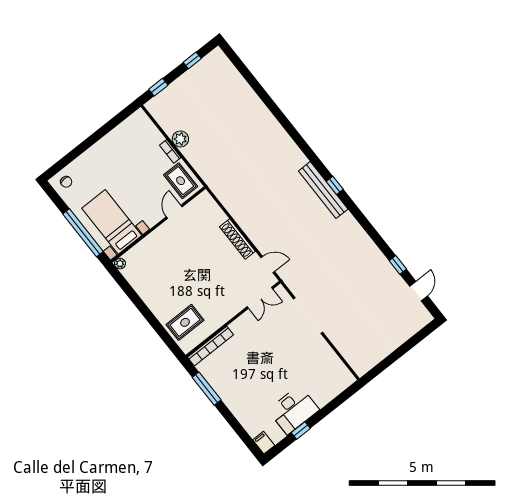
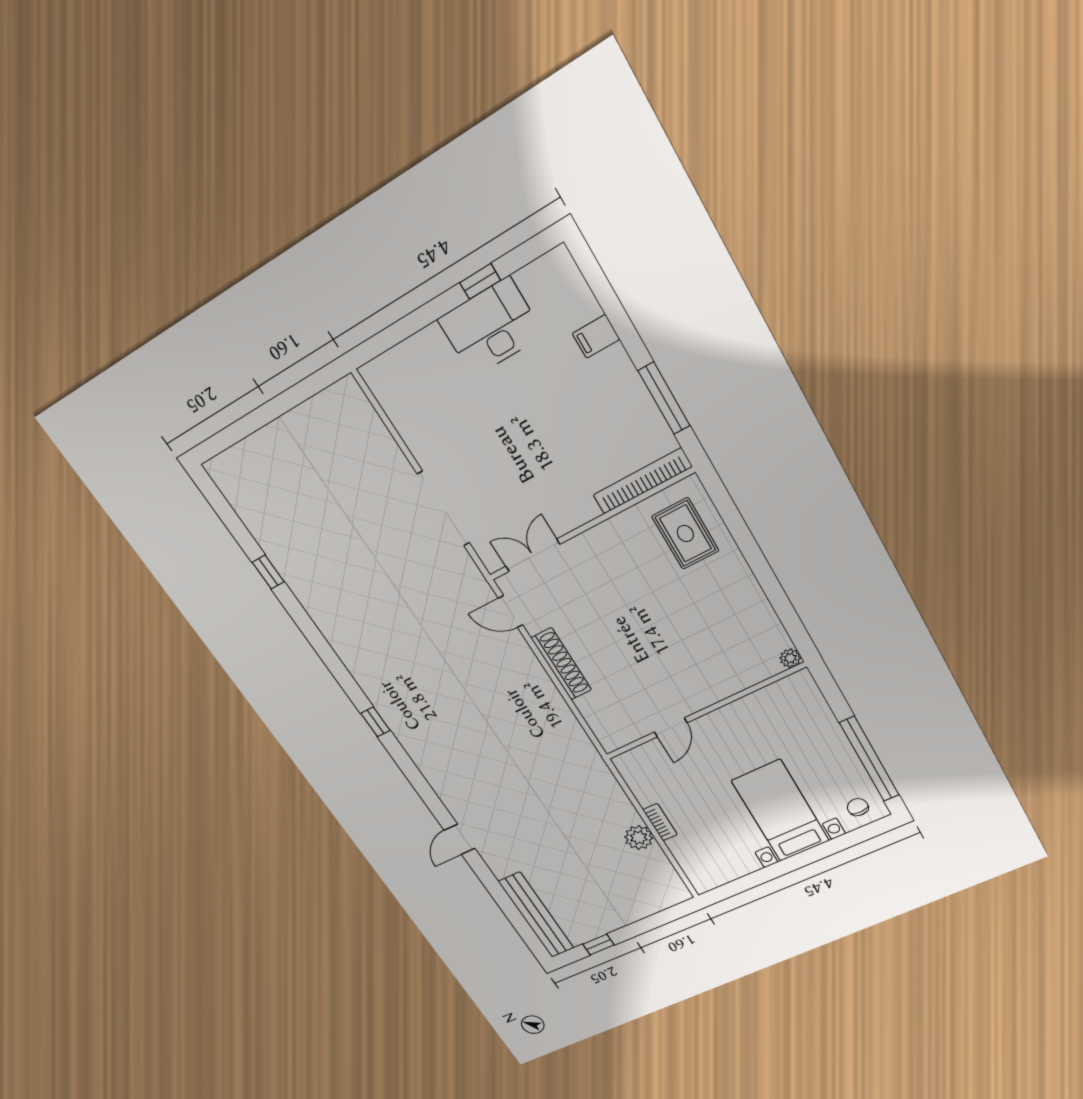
window: (158, 87) -> (663, 918), removed
rug: (181, 181) -> (650, 775), removed
bench: (323, 190) -> (536, 915), moved
bed with nightstands: (112, 222) -> (780, 811), moved, turned 180
window: (83, 233) -> (869, 759), moved
door: (419, 291) -> (460, 839), moved
rug: (185, 322) -> (685, 534), turned 90
filing cabinet: (264, 443) -> (596, 336), moved, turned 90

